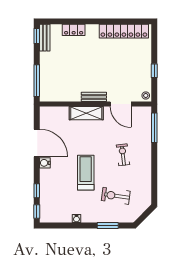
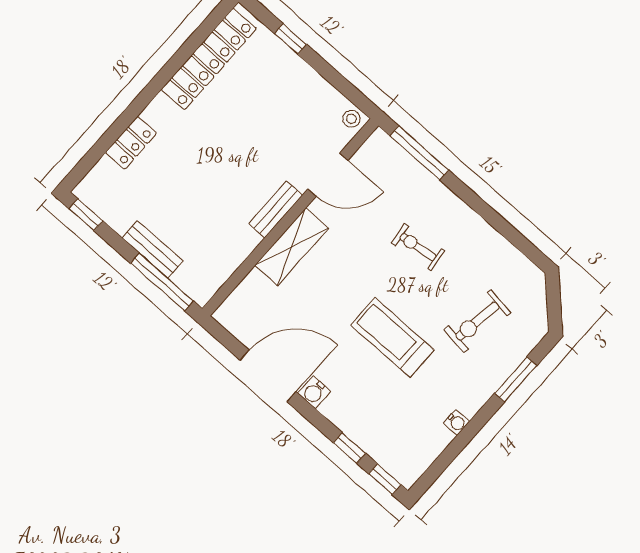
bench: (45, 38) -> (153, 249), moved
window: (154, 71) -> (290, 39), moved

